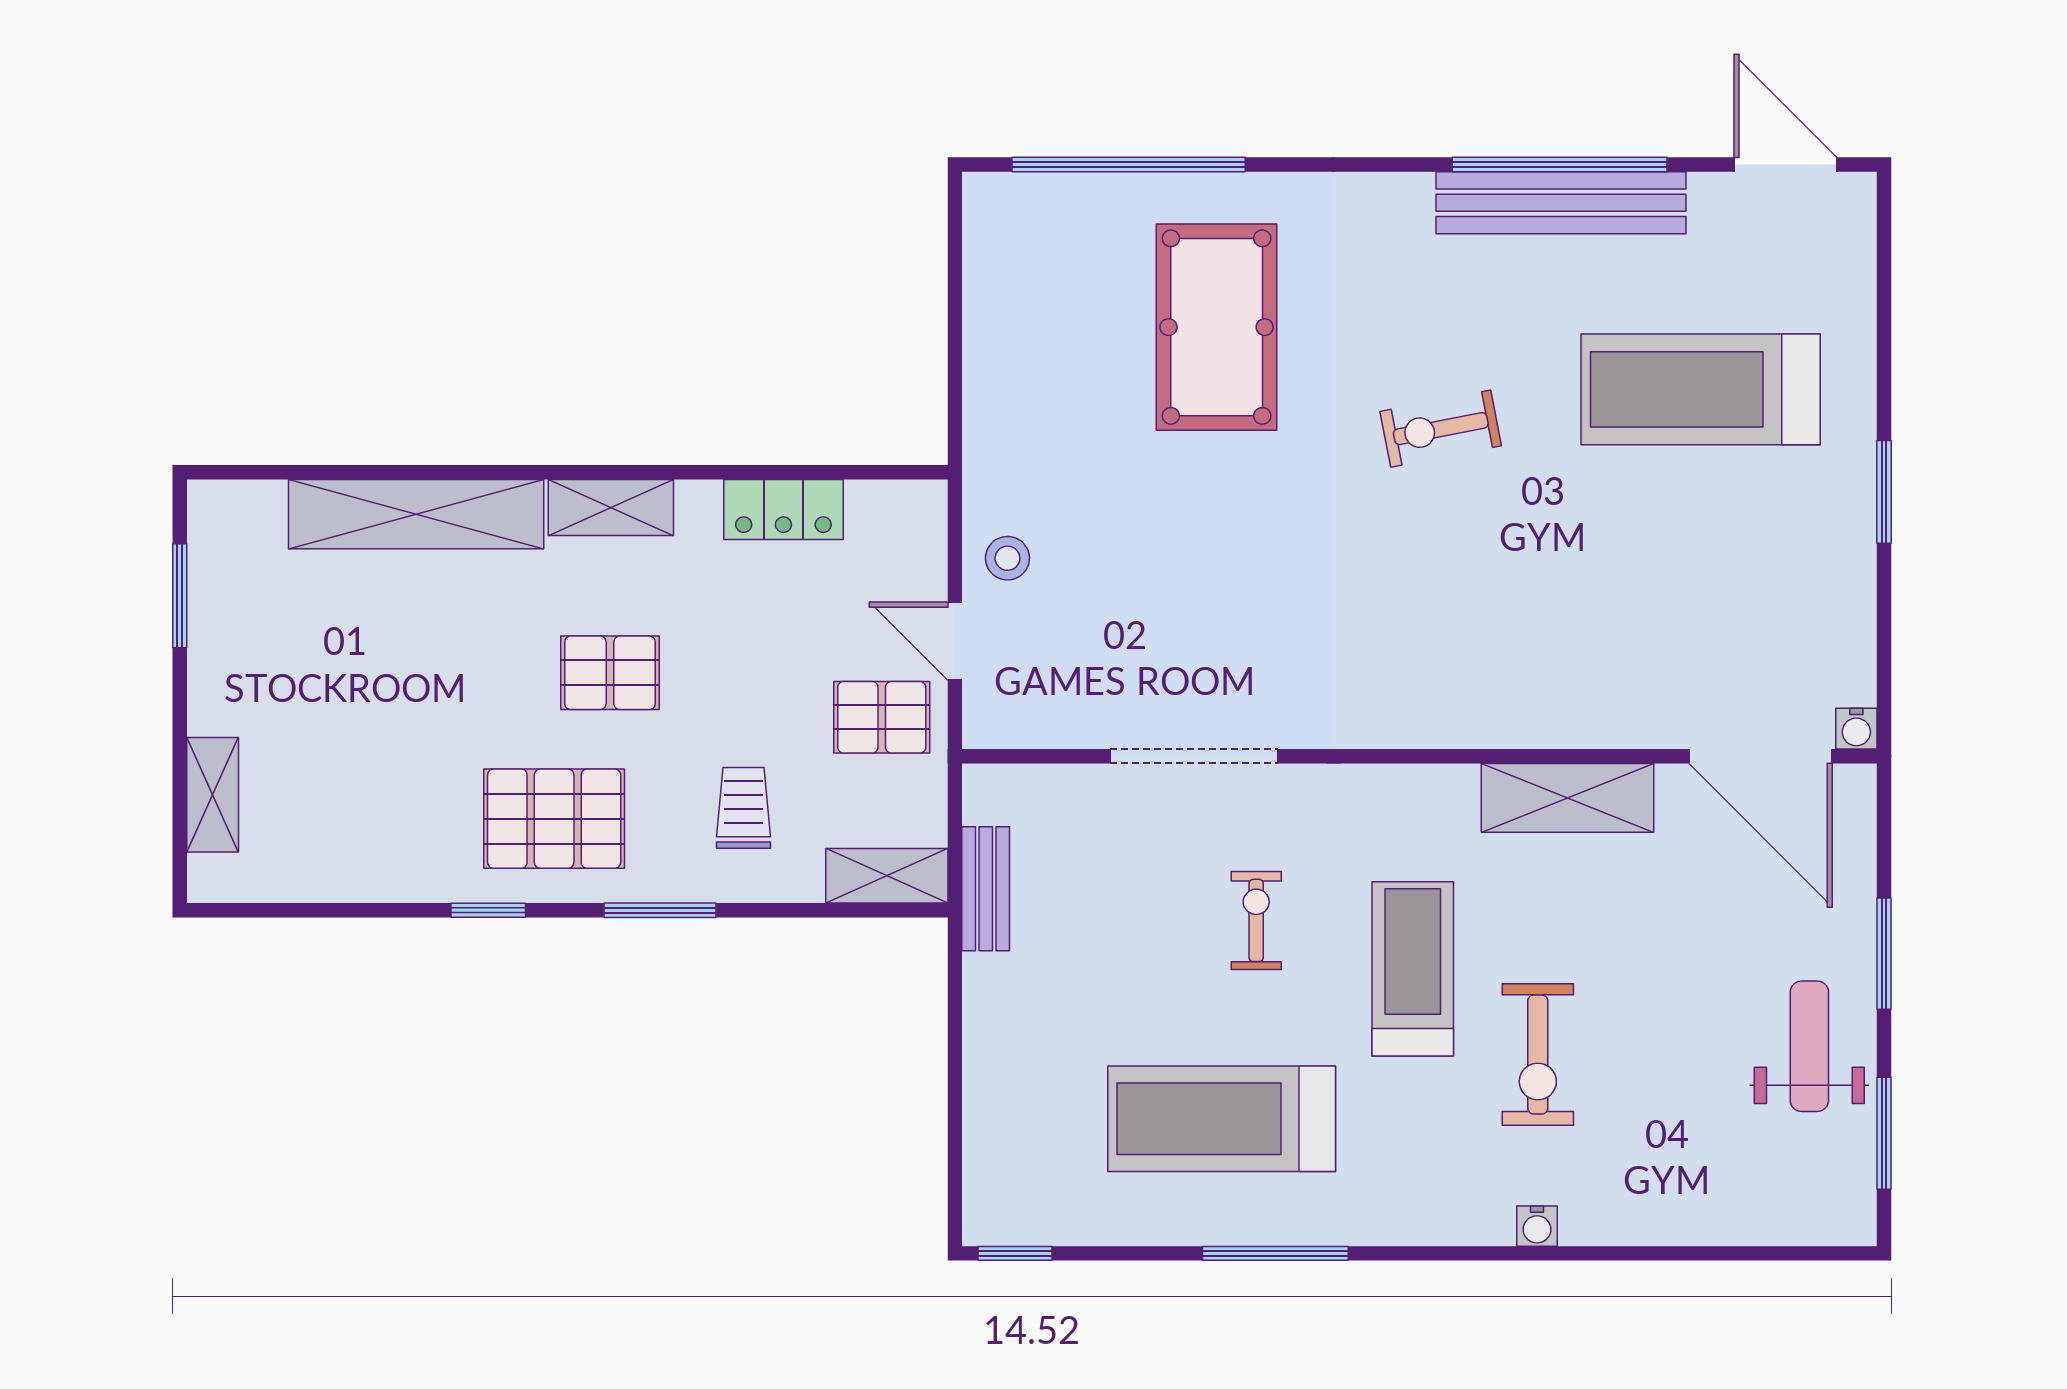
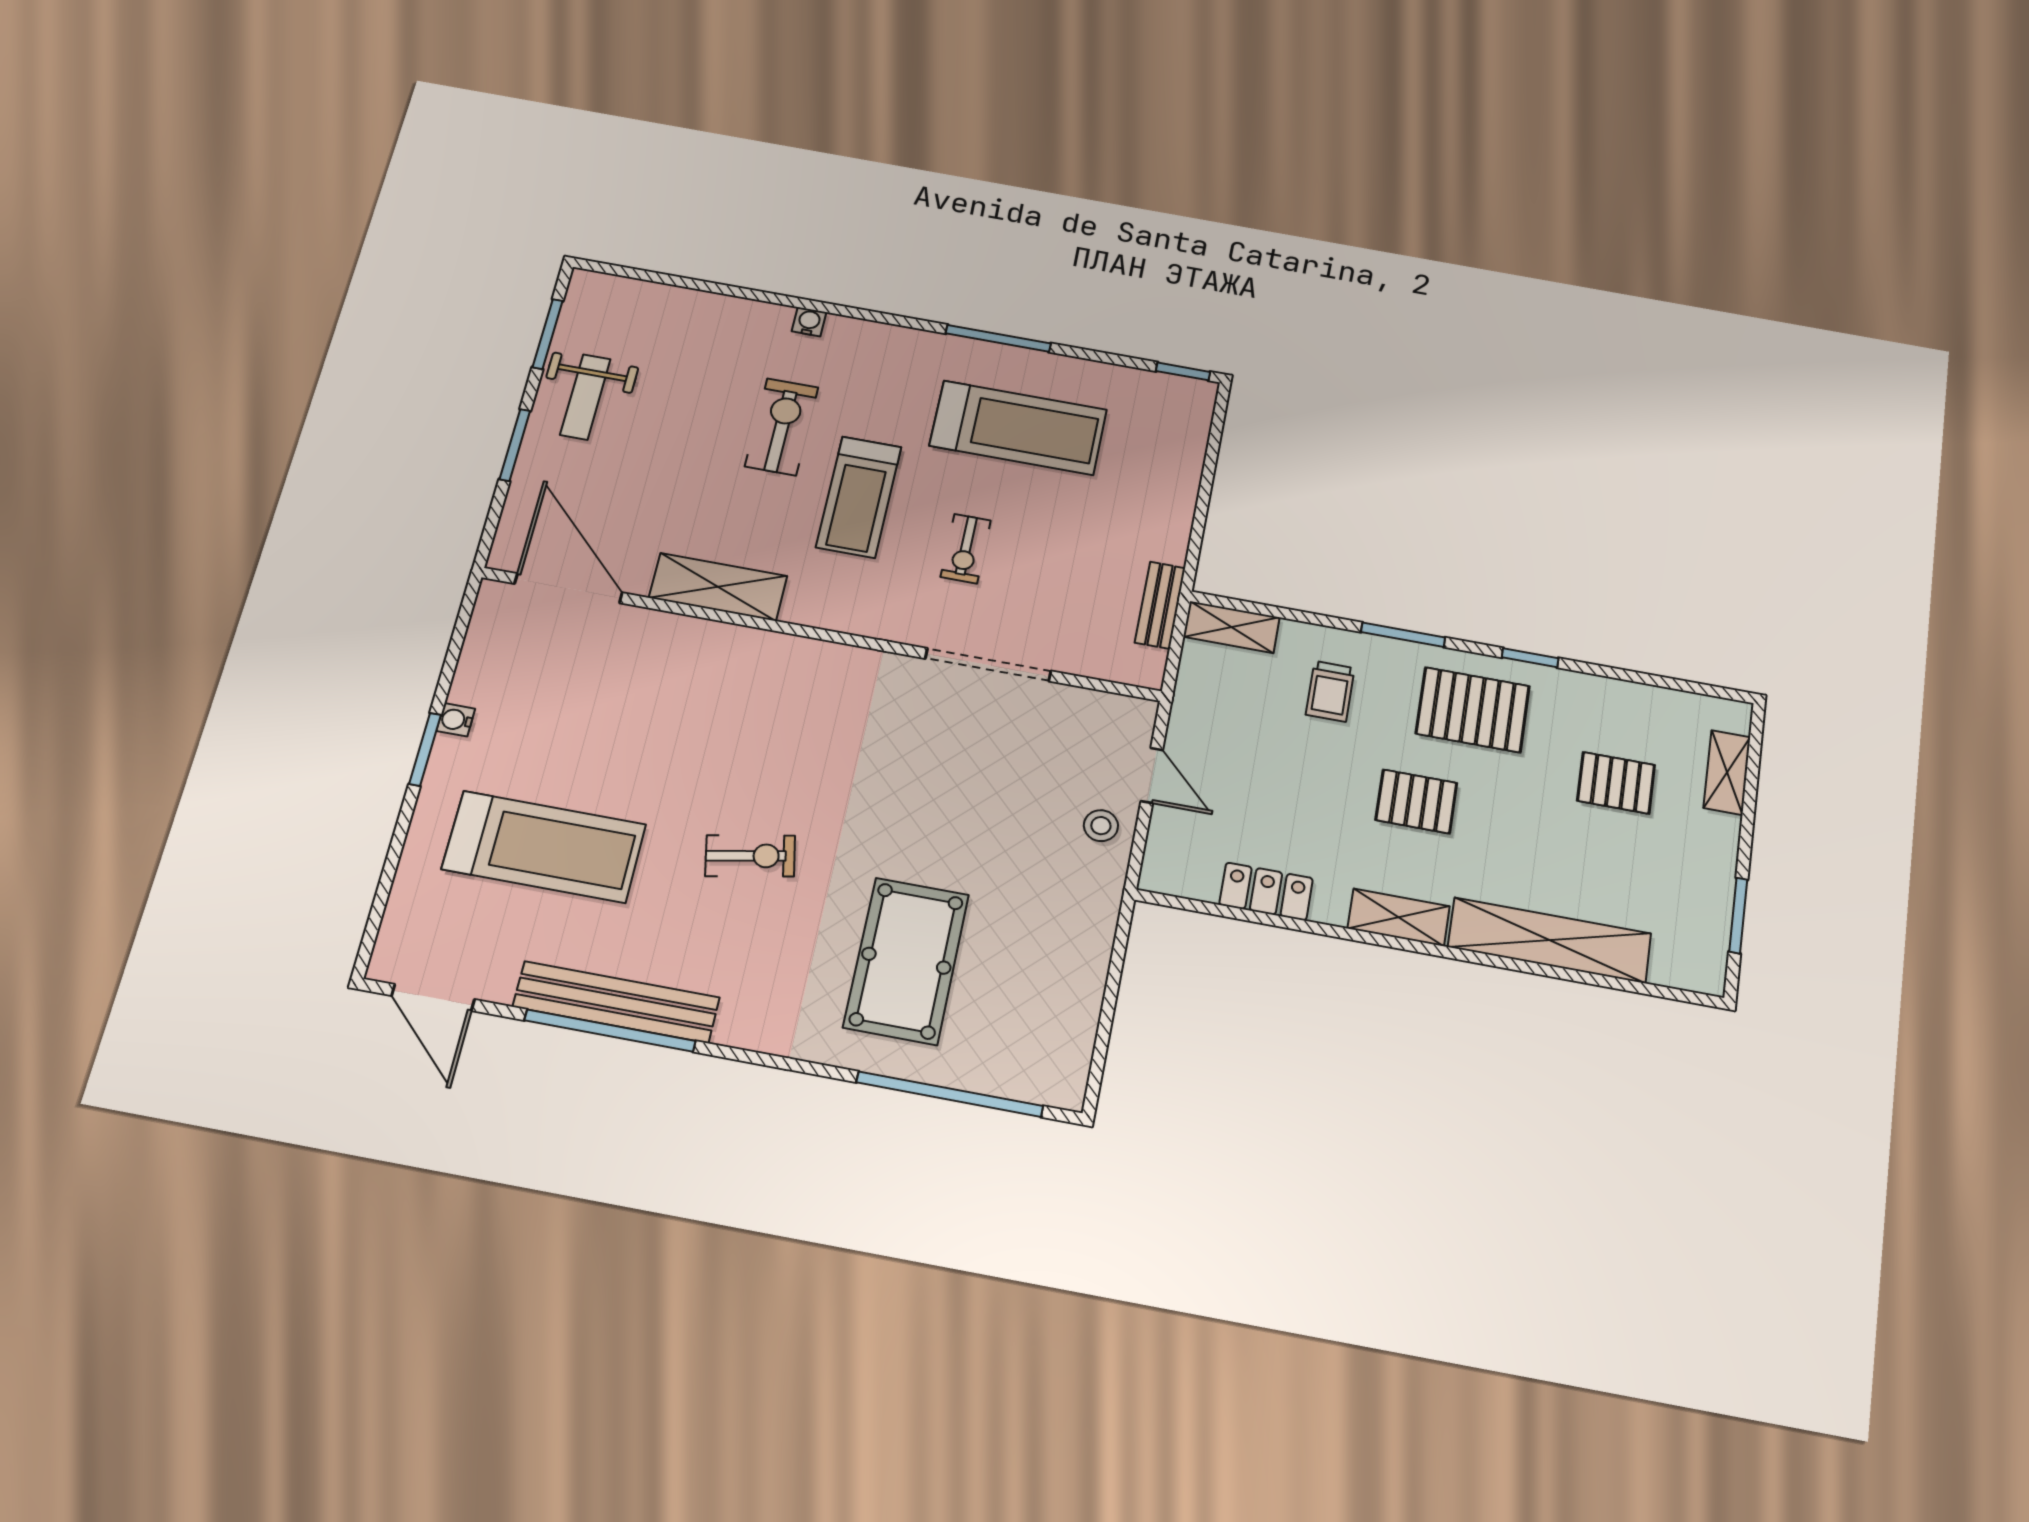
pallet: (882, 717) -> (1616, 783), moved
water cooler: (1856, 729) -> (456, 720), moved, turned -90

